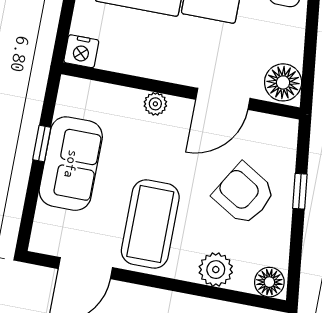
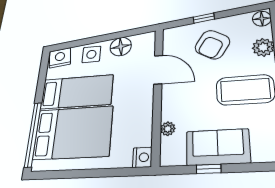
floor lamp: (283, 82) -> (121, 47), moved
plant: (155, 104) -> (168, 129), moved

